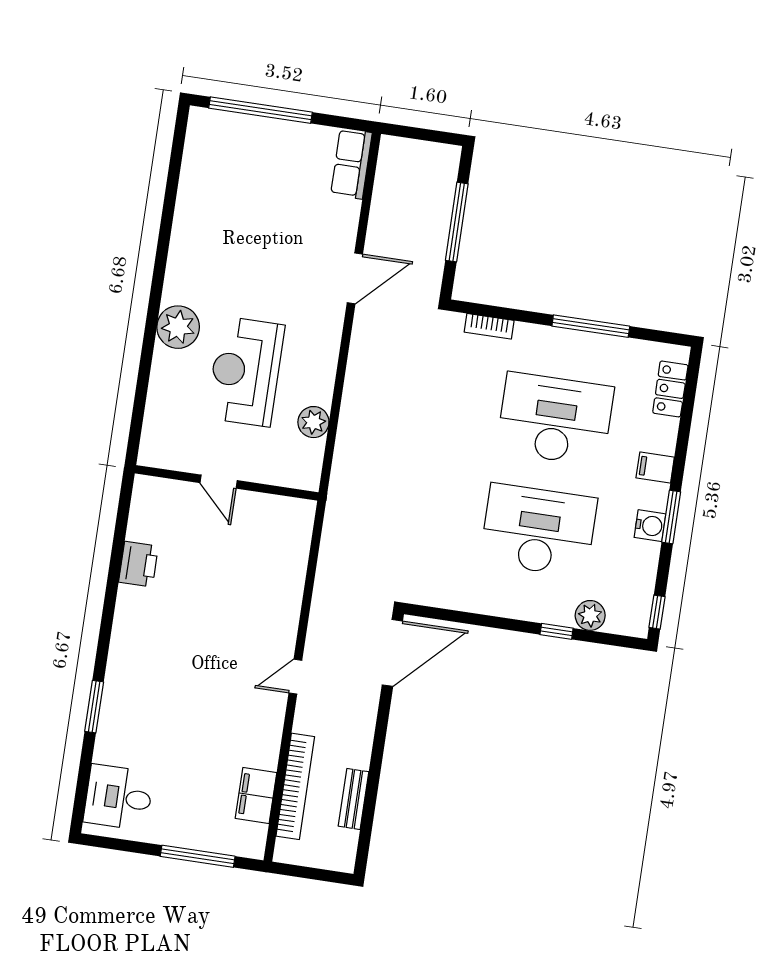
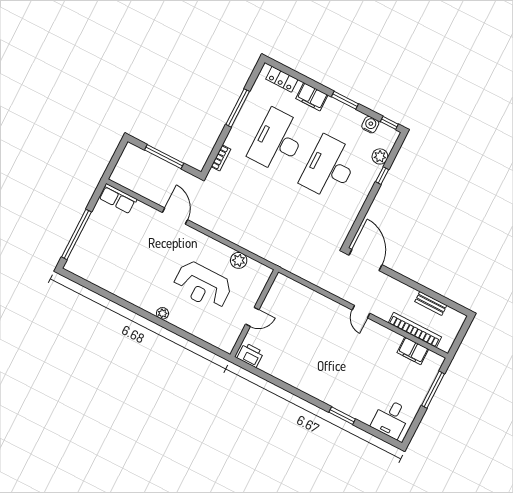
plant: (178, 327) -> (162, 313), width x0.53, depth x0.53
filing cabinet: (655, 468) -> (312, 97), width x2.00
water cooler: (650, 526) -> (370, 125), moved
printer: (138, 564) -> (250, 355), moved

